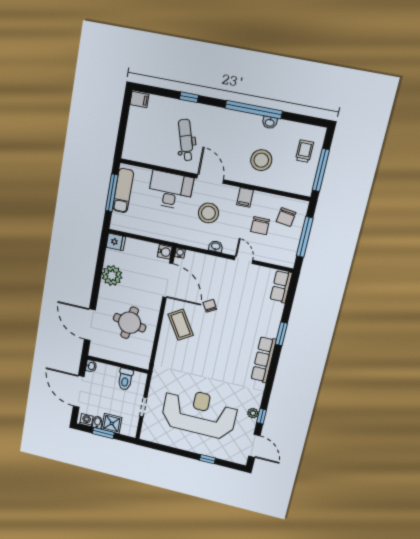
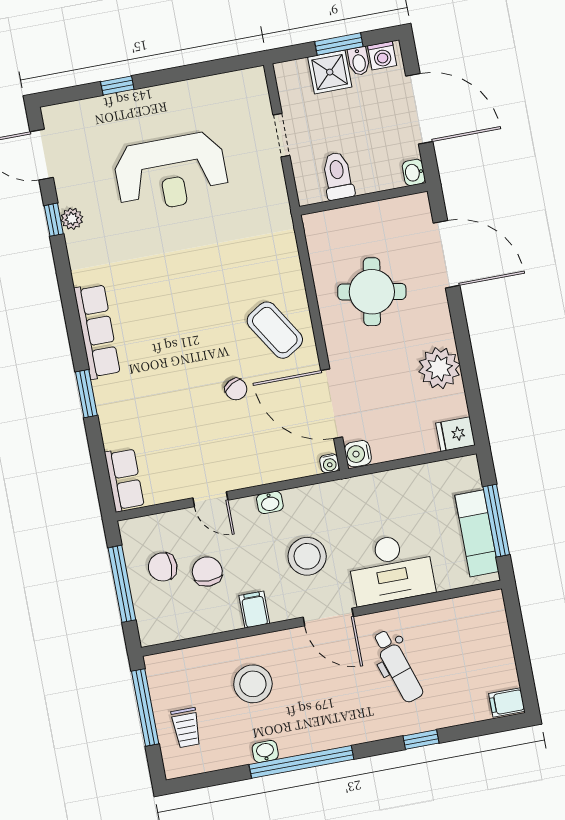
chair: (286, 217) -> (163, 567), moved, turned -98
reception desk: (199, 413) -> (171, 172), width x0.74, depth x0.77

